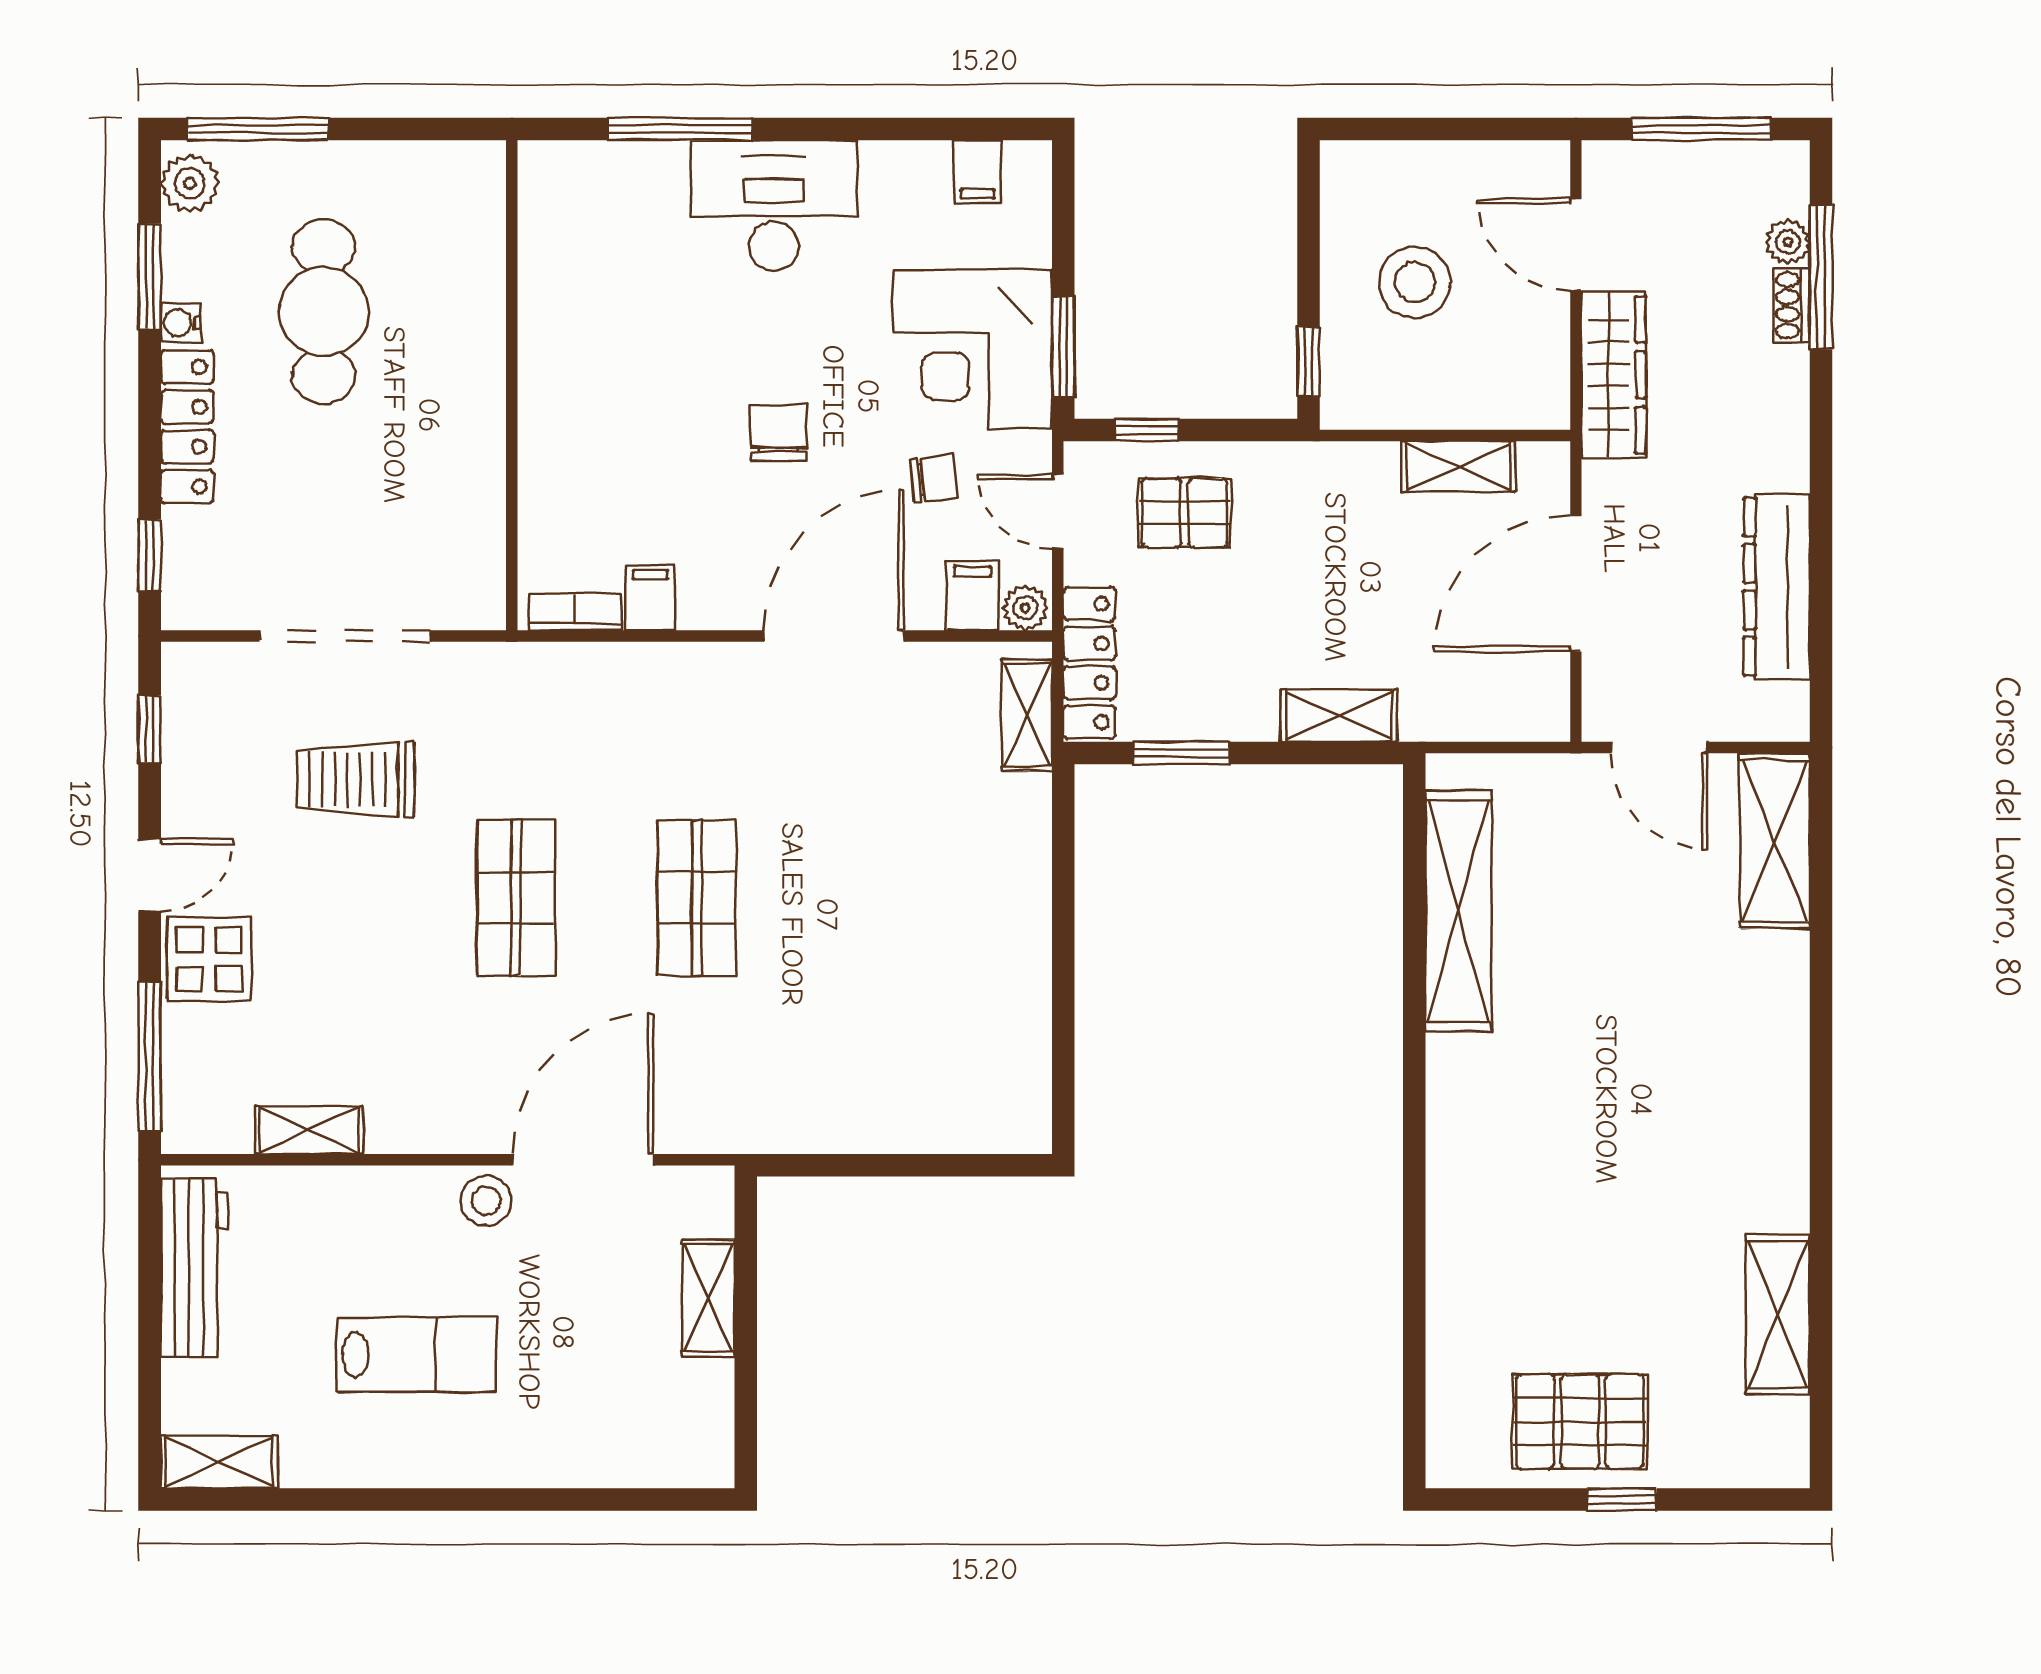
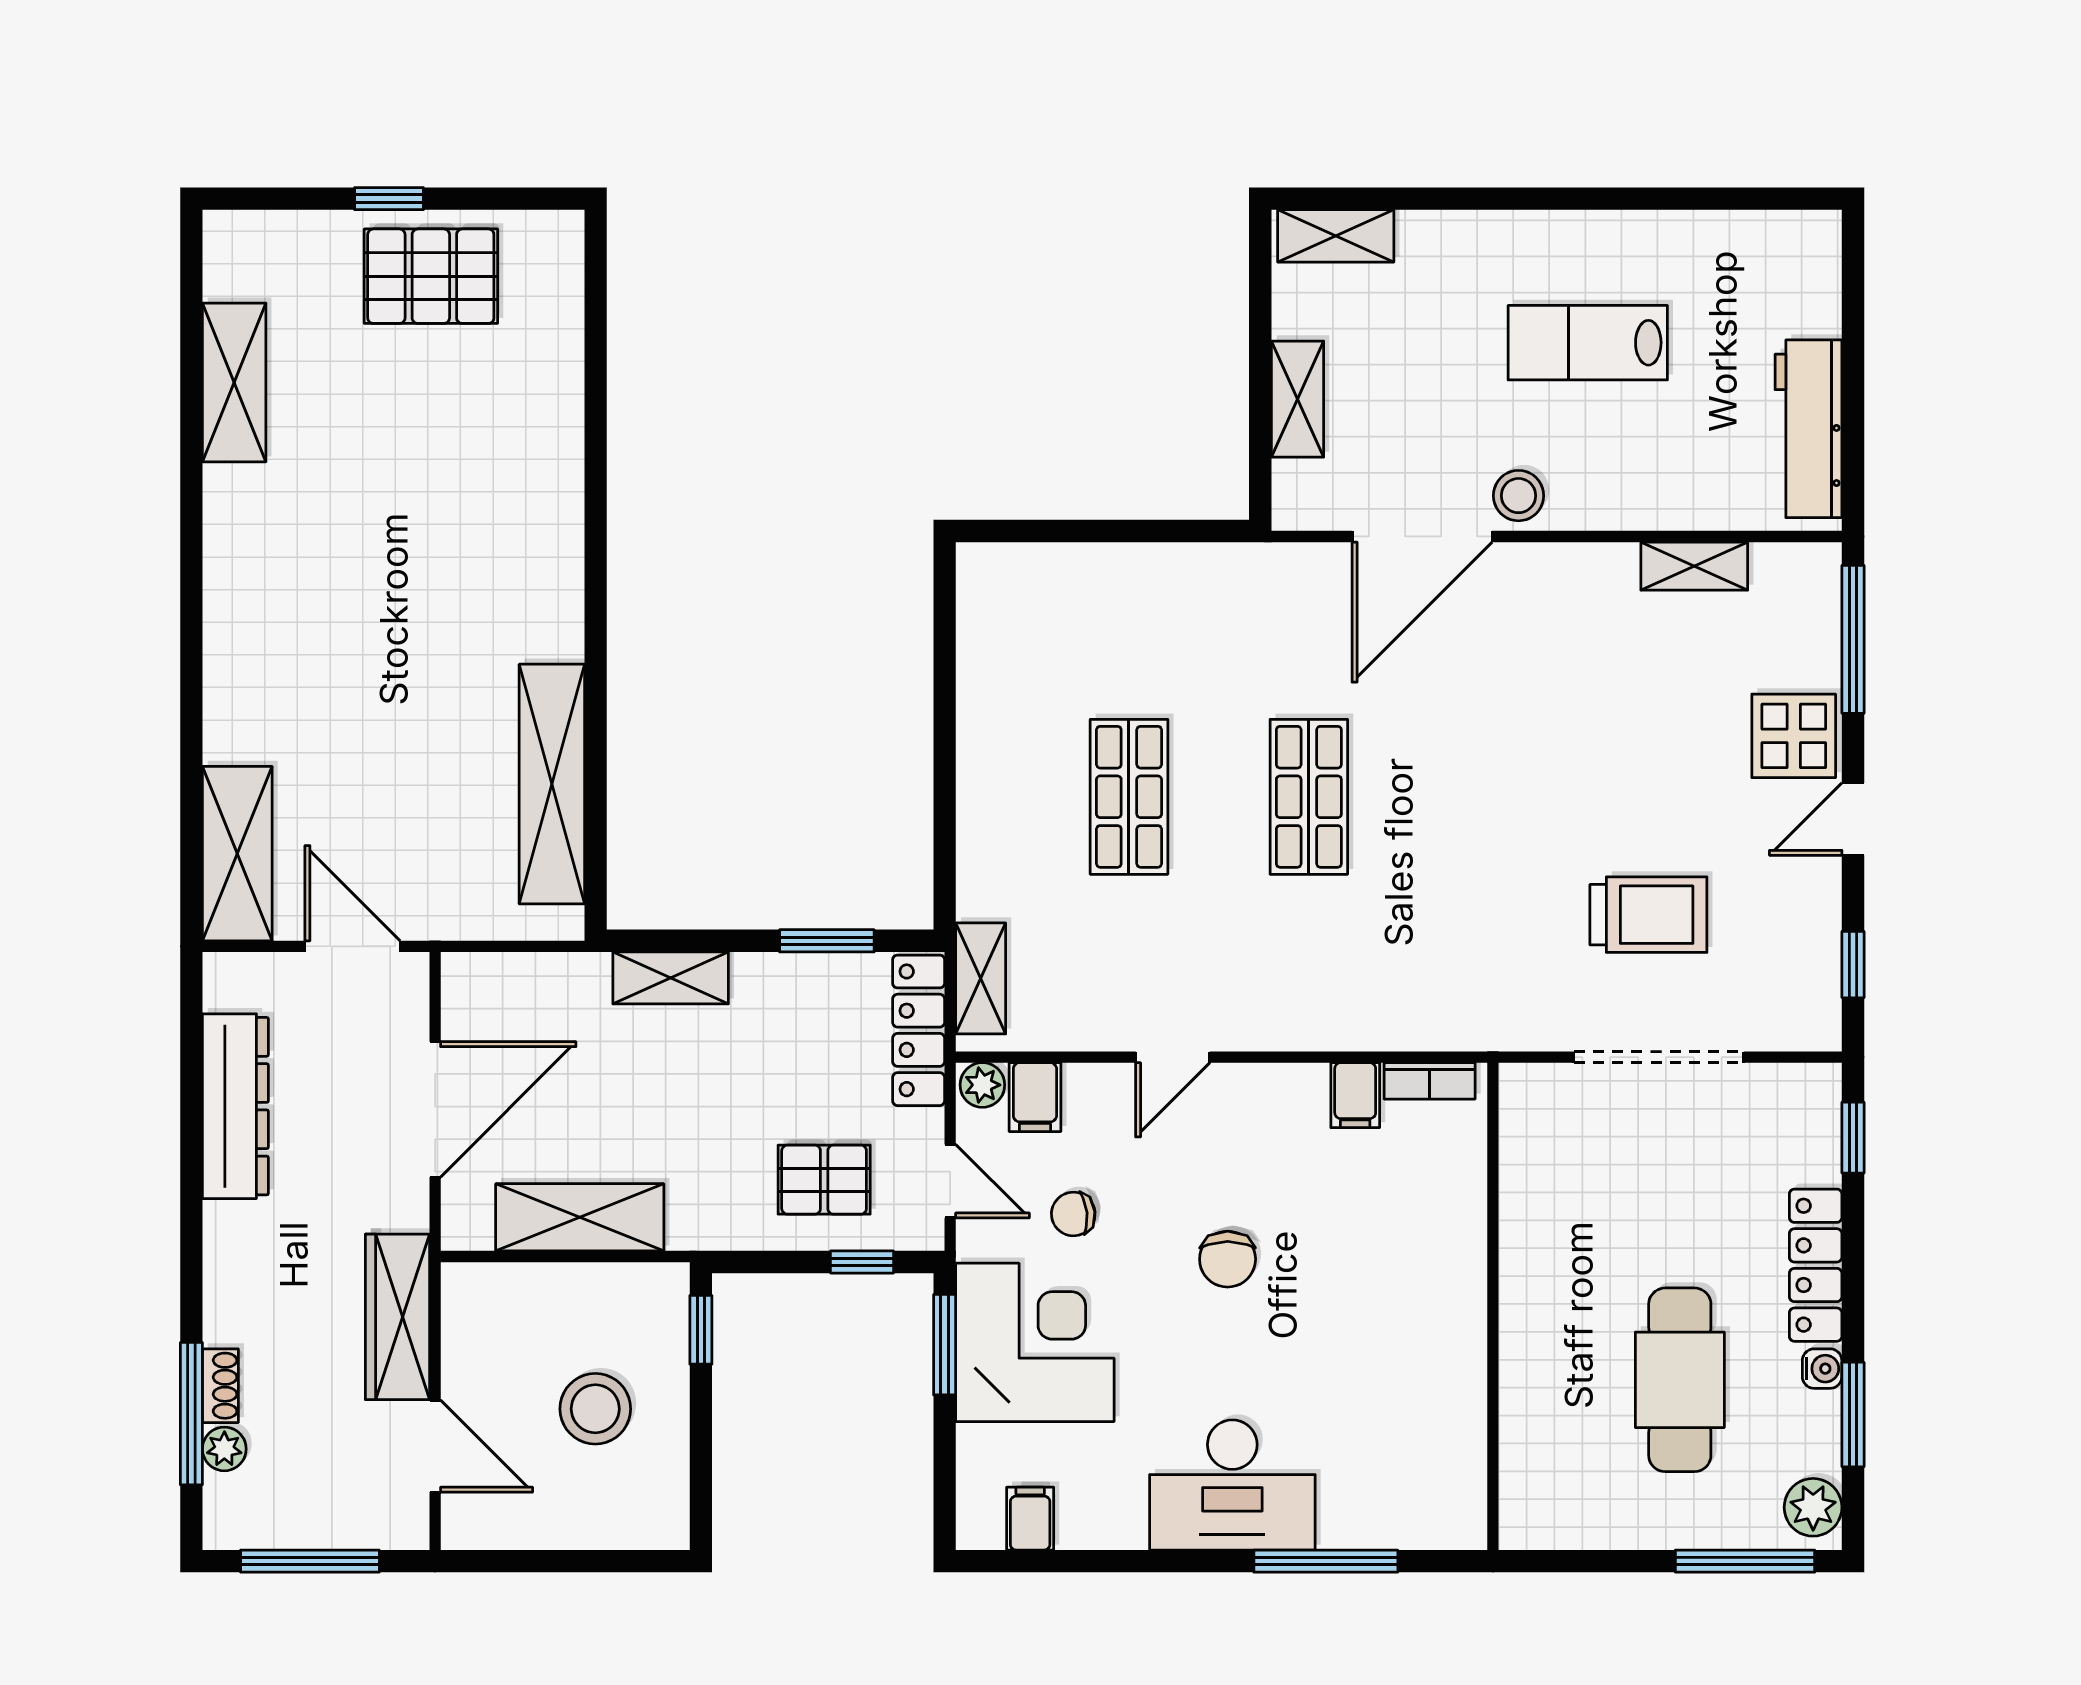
shelving: (1459, 466) -> (580, 1217), width x1.50, depth x1.33
door: (834, 636) -> (1173, 1057), width x0.53
shop shelf: (516, 898) -> (1129, 797), moved
shelving: (219, 1462) -> (1336, 236), moved

